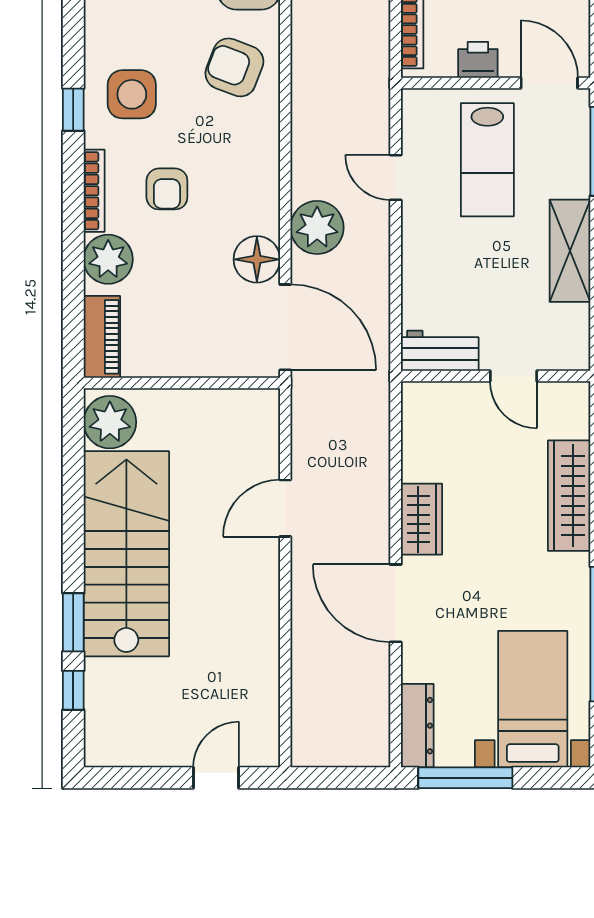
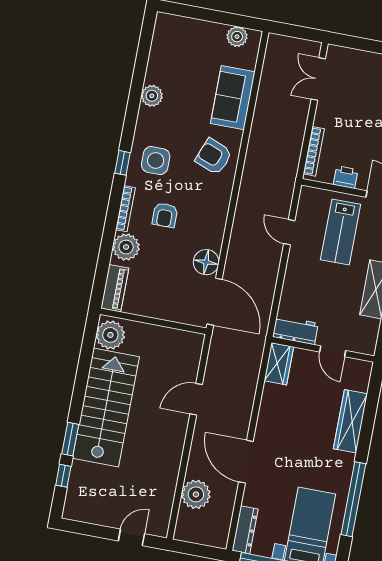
plant: (317, 227) -> (196, 494), moved
wardrobe: (421, 519) -> (279, 364), moved

